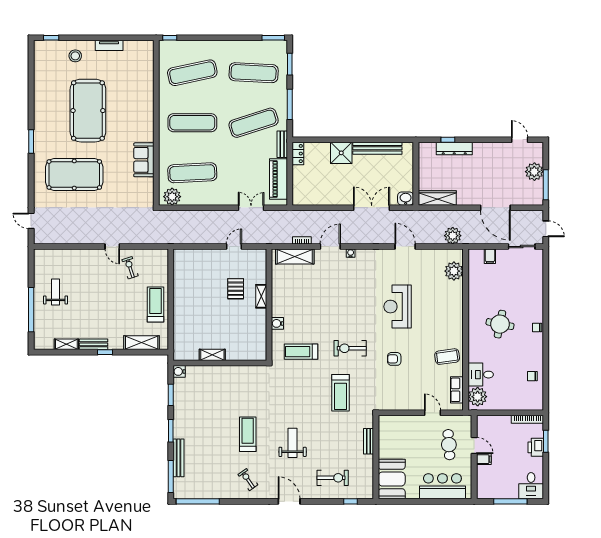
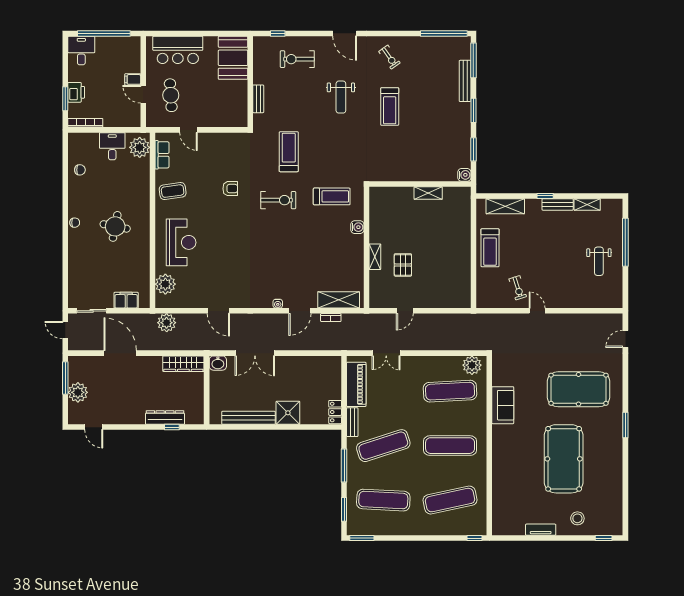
door: (31, 221) -> (625, 339), swing flipped
filing cabinet: (490, 256) -> (126, 300), width x2.00
reception desk: (398, 307) -> (181, 242), moved
desk: (481, 375) -> (112, 146), moved, turned -90
window: (510, 501) -> (104, 33), width x1.46

